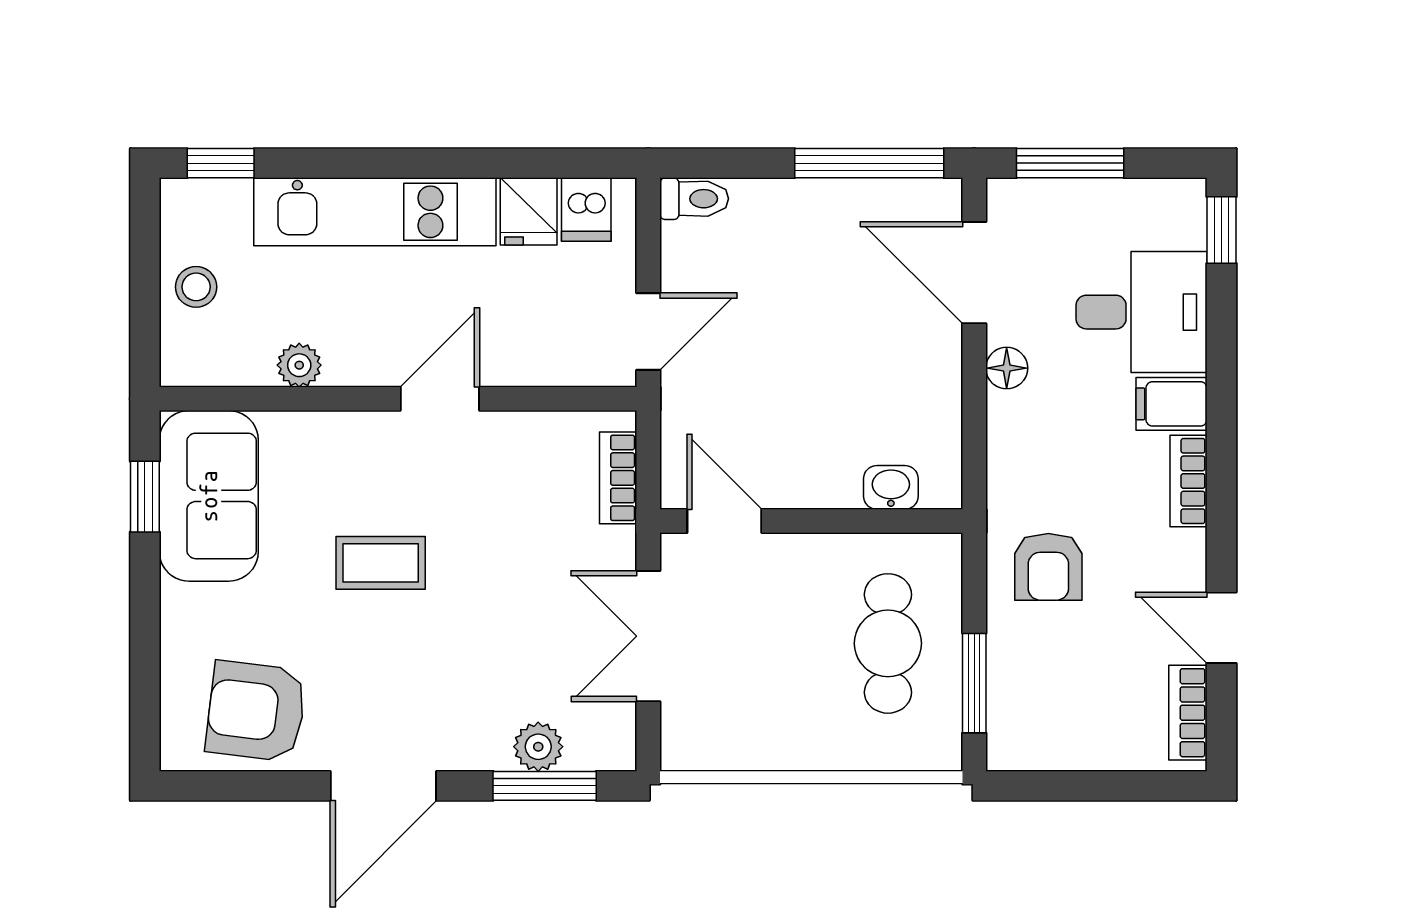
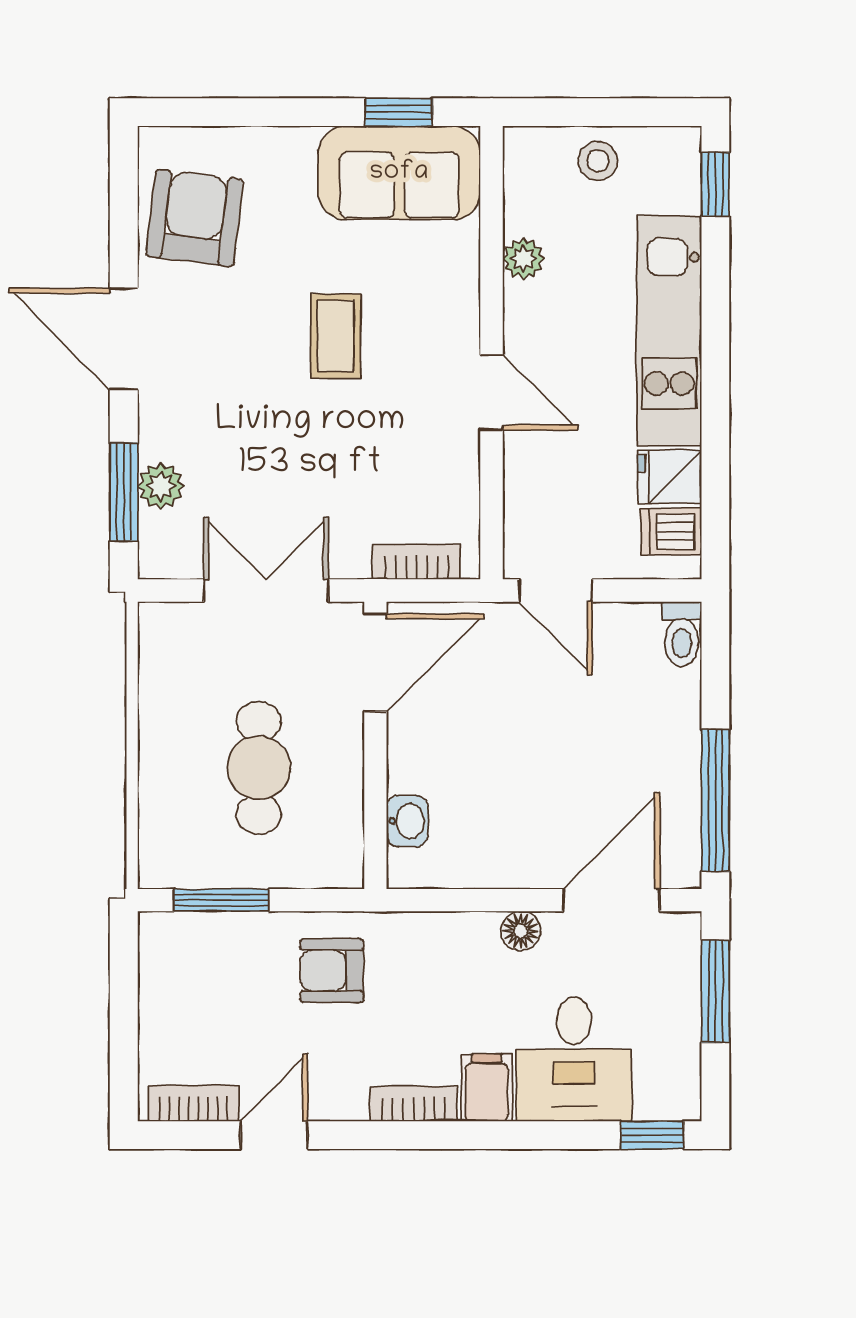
door: (724, 521) -> (375, 663), width x1.38
cafe table: (888, 643) -> (259, 768), moved, turned 90

